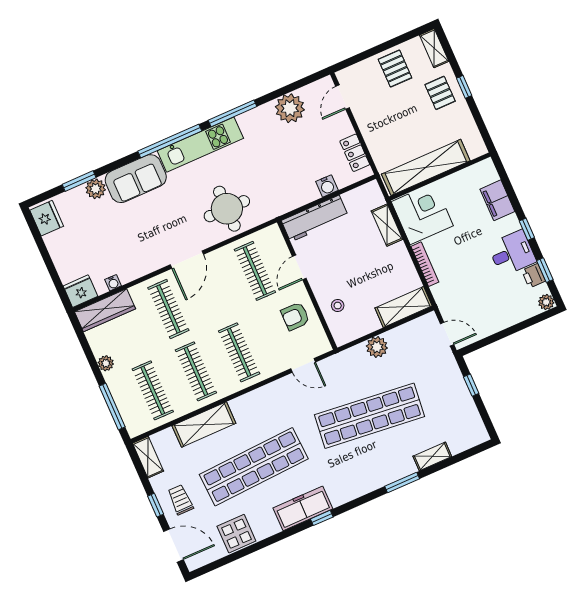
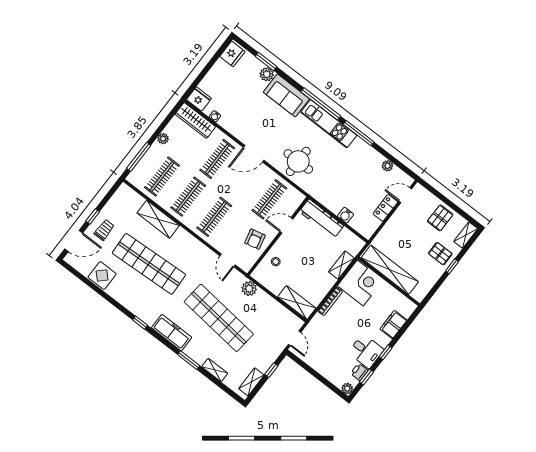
pallet: (440, 93) -> (440, 254), turned 90
plant: (290, 108) -> (388, 166), width x0.53, depth x0.53
locker: (355, 153) -> (385, 208), moved
armchair: (295, 316) -> (255, 239), turned -104
plant: (377, 347) -> (249, 289), moved
shelving: (148, 457) -> (251, 382), moved
freezer: (303, 508) -> (172, 333), moved
door: (174, 546) -> (74, 241), hinge flipped

